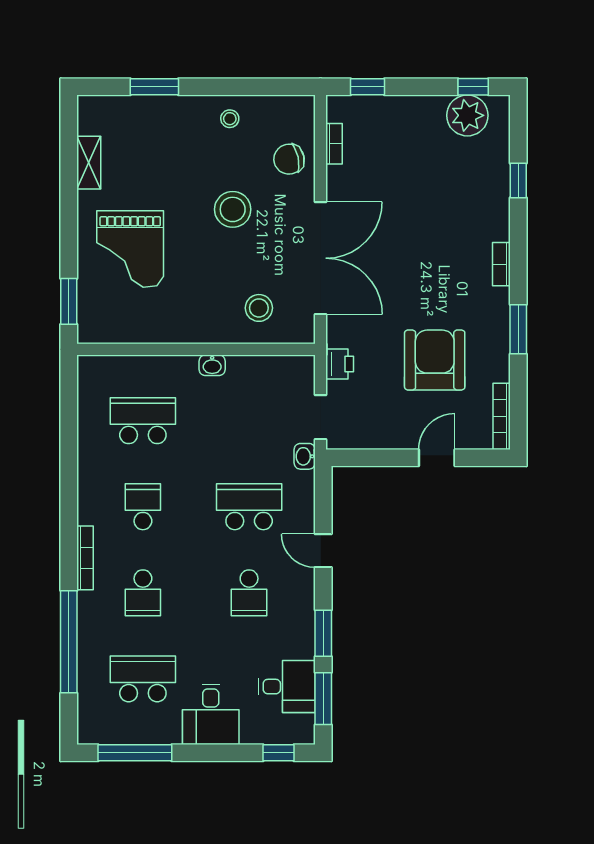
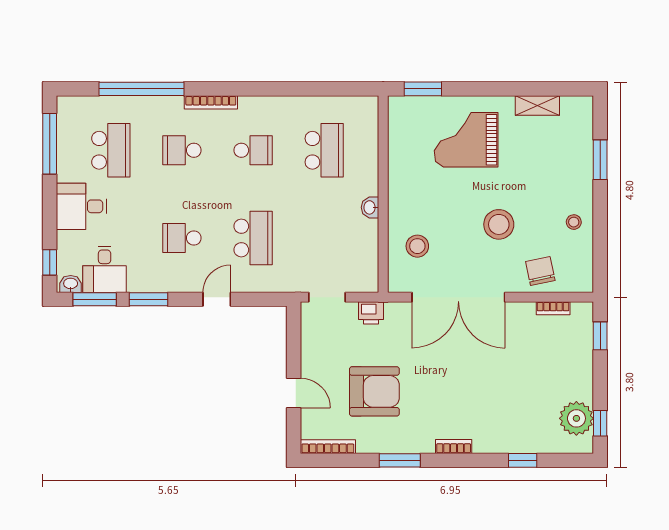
washbasin: (305, 456) -> (71, 284), moved

